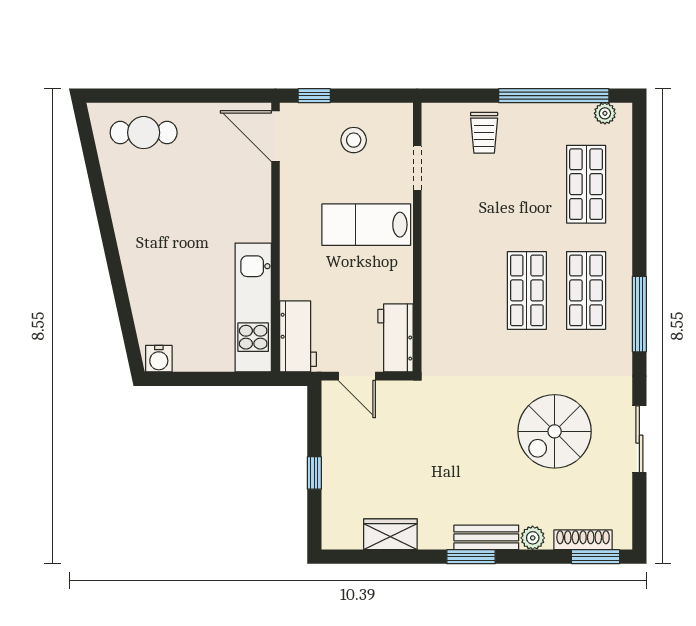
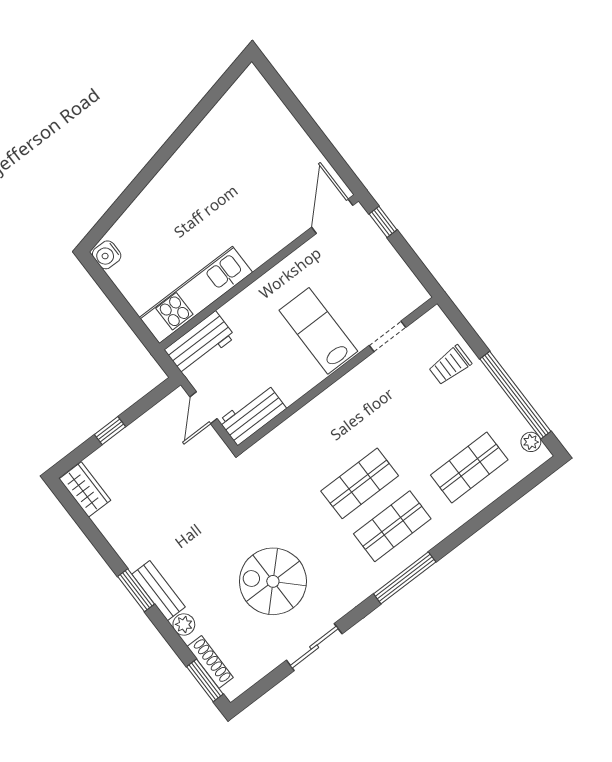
cafe table: (144, 133) -> (262, 119), removed
stool: (354, 140) -> (373, 275), removed
wardrobe: (390, 534) -> (85, 490), moved

